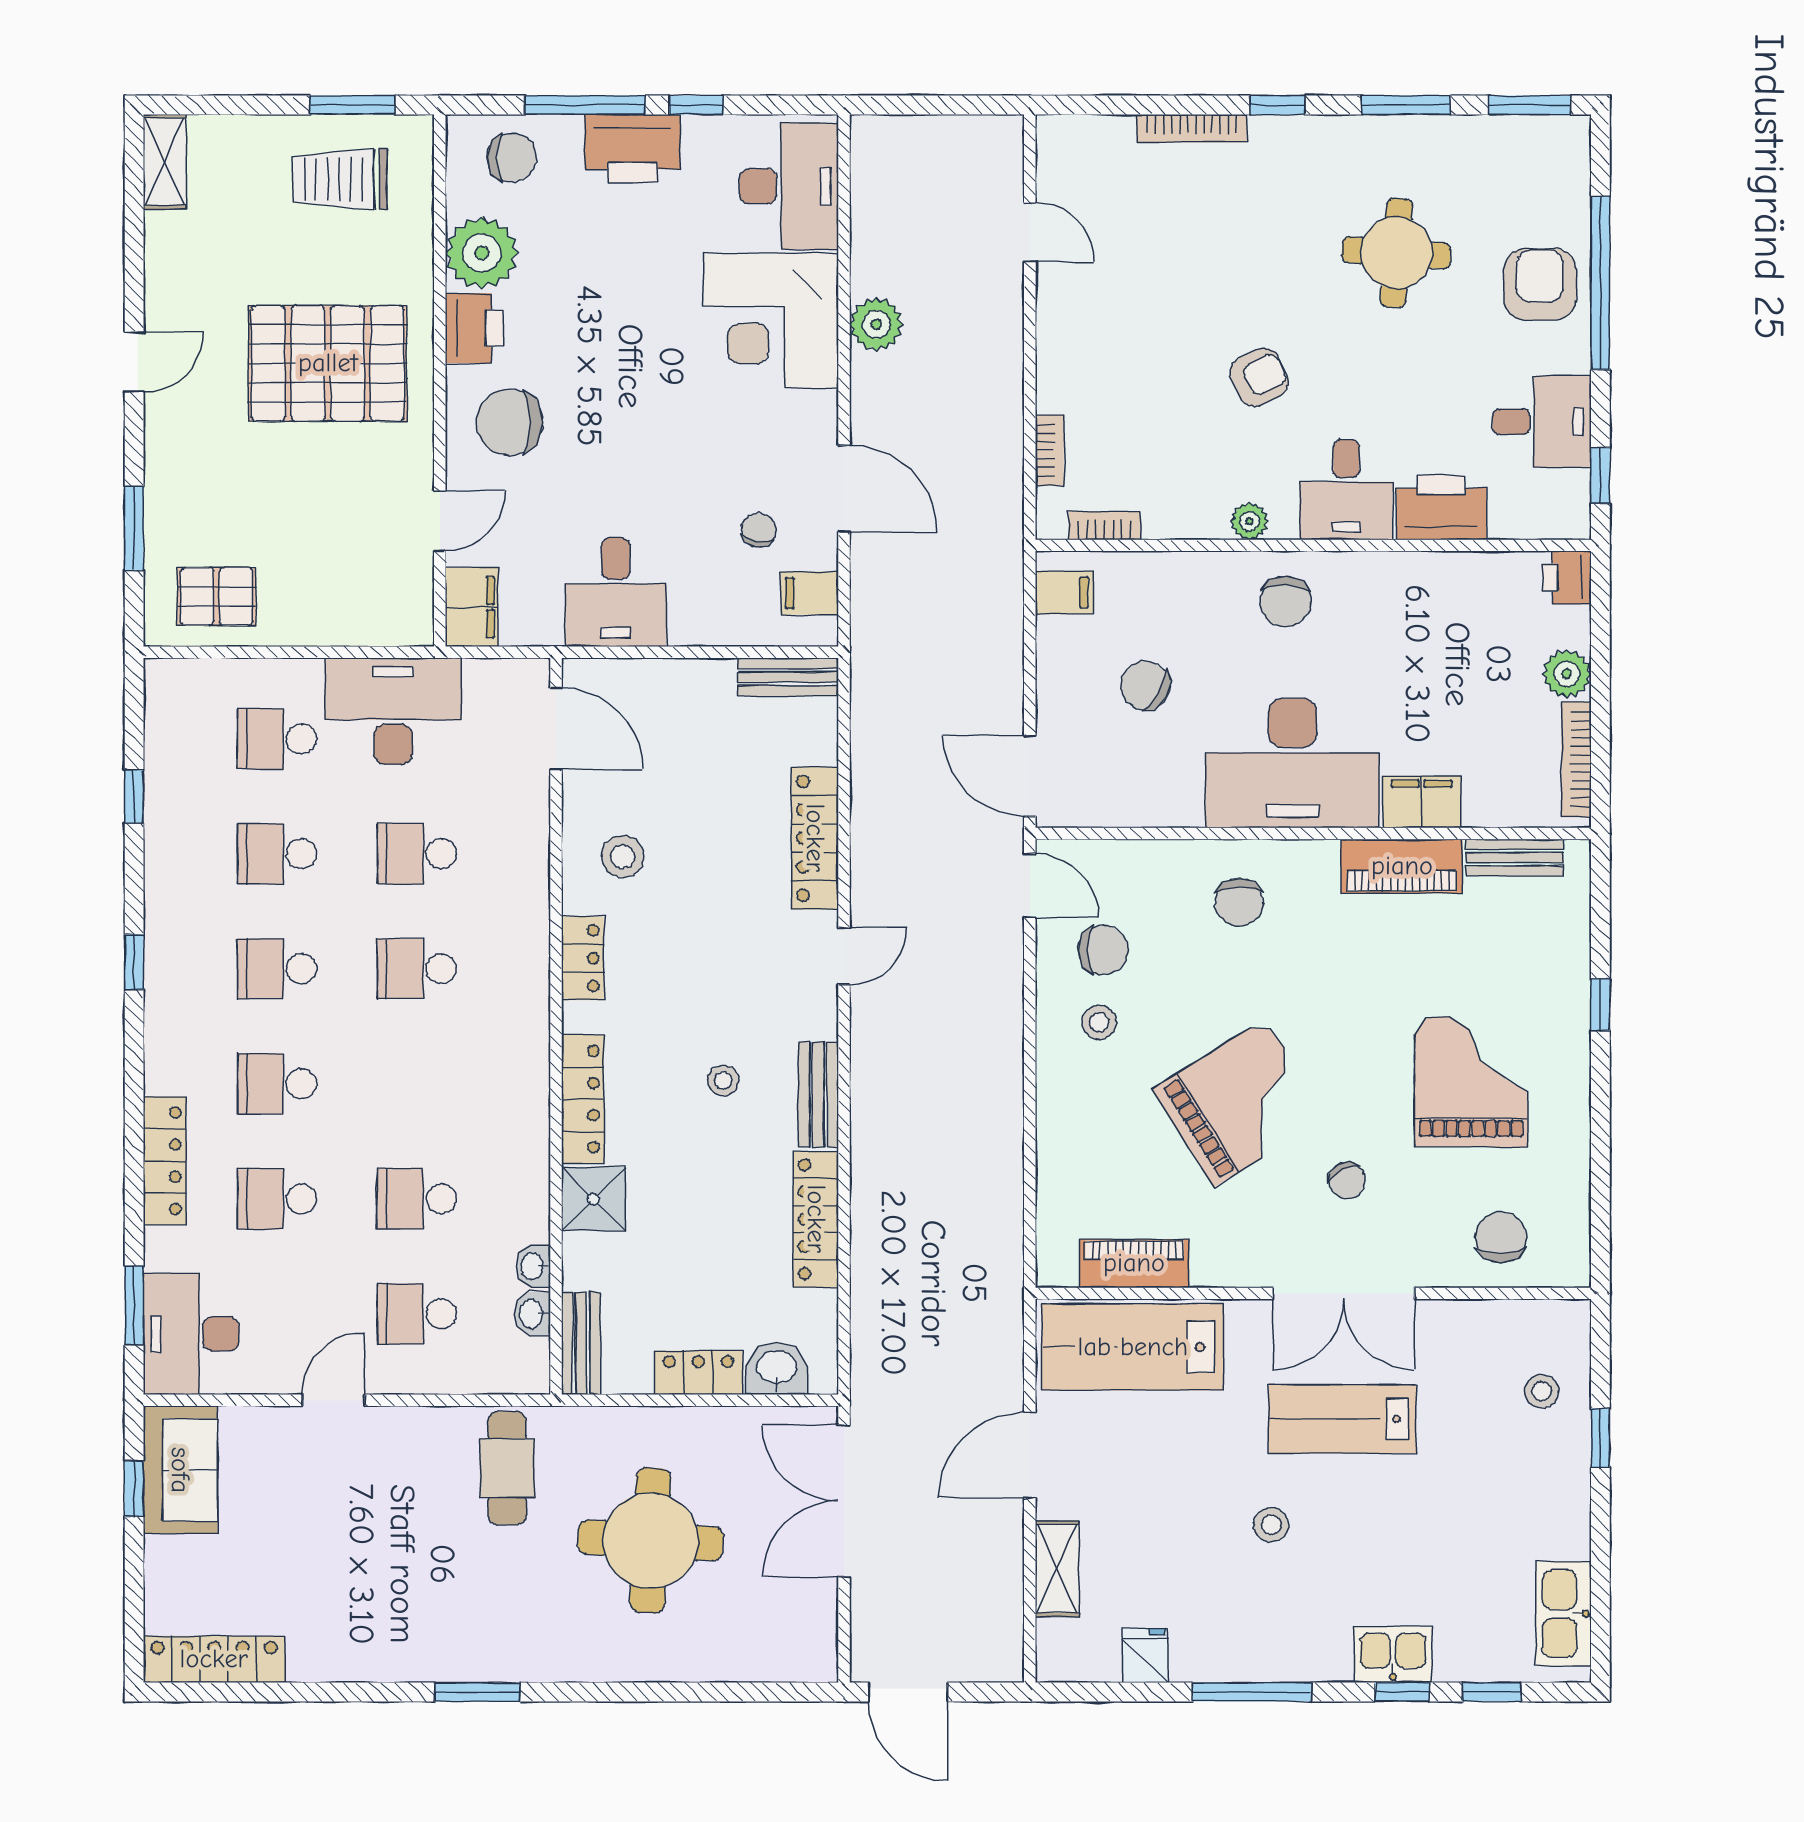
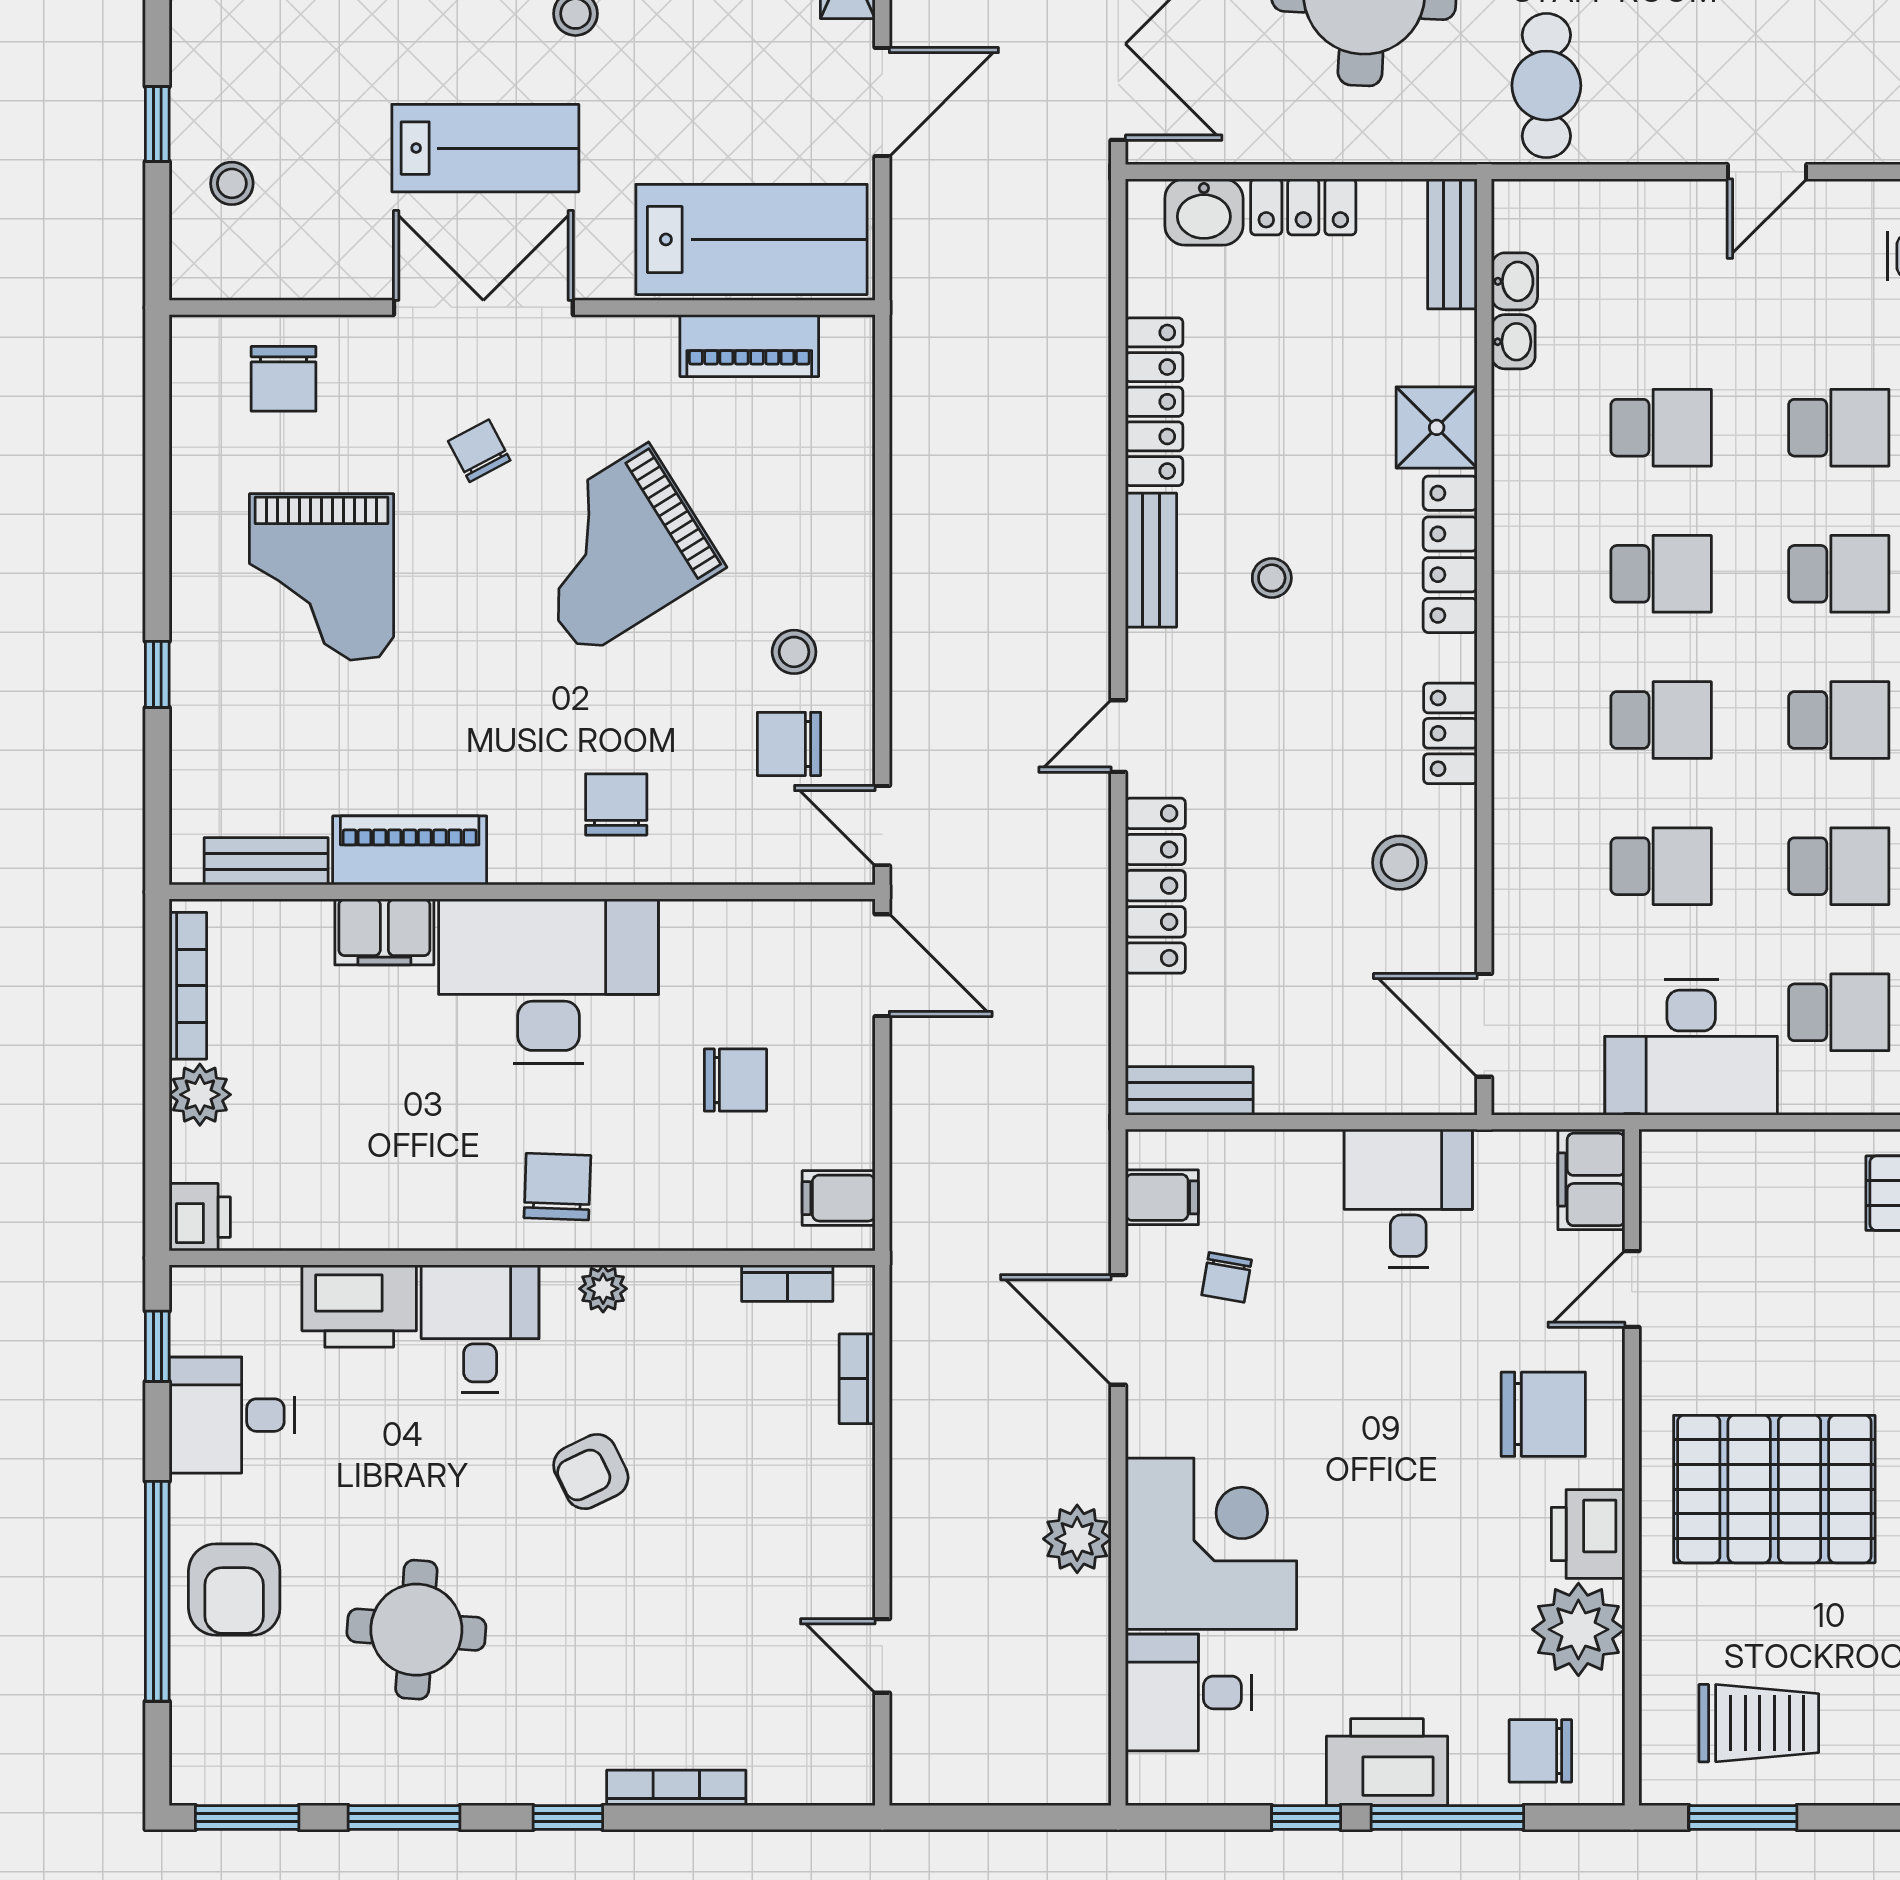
desk: (789, 186) -> (1188, 1692), width x0.73
chair: (1145, 685) -> (735, 1080), turned -30
school desk: (417, 1314) -> (1661, 574), moved

